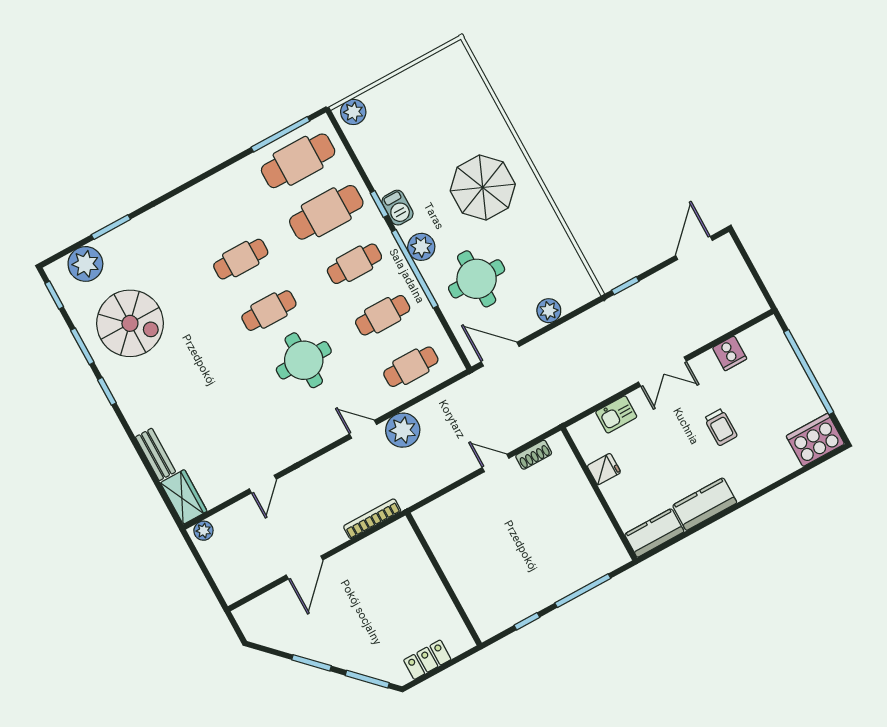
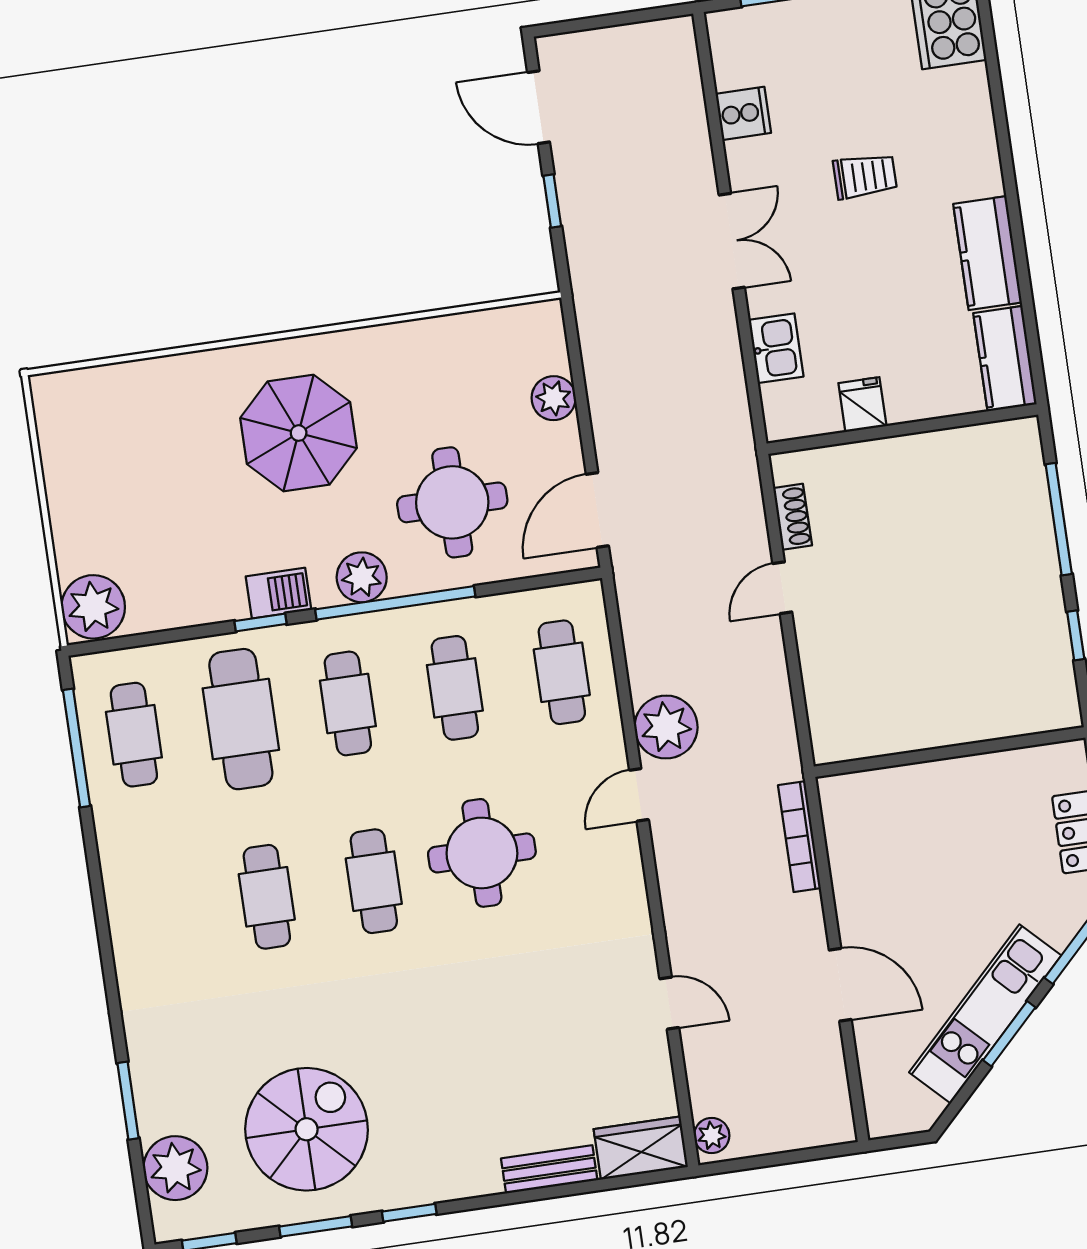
plant: (353, 112) -> (93, 607), width x1.36, depth x1.36
cafe table: (298, 161) -> (134, 735), width x0.73, depth x0.74
window: (625, 286) -> (552, 201), moved
kitchen unit: (317, 647) -> (985, 1014), added

